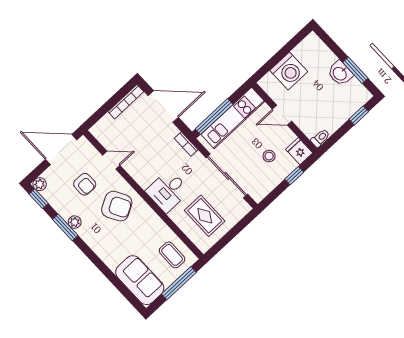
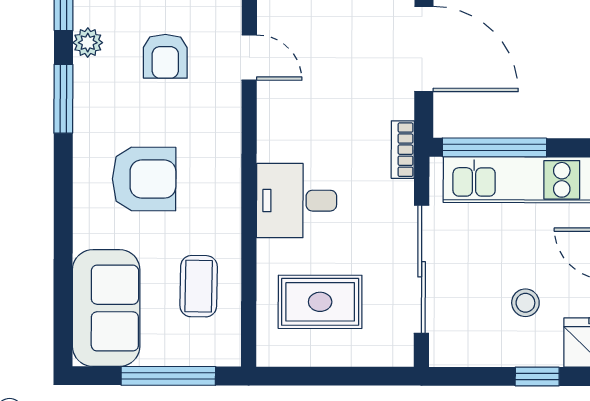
armchair: (117, 206) -> (144, 179), moved, turned -61
rug: (205, 216) -> (320, 302), turned 90
plant: (75, 222) -> (88, 43), moved
coffee table: (172, 255) -> (199, 286), moved

